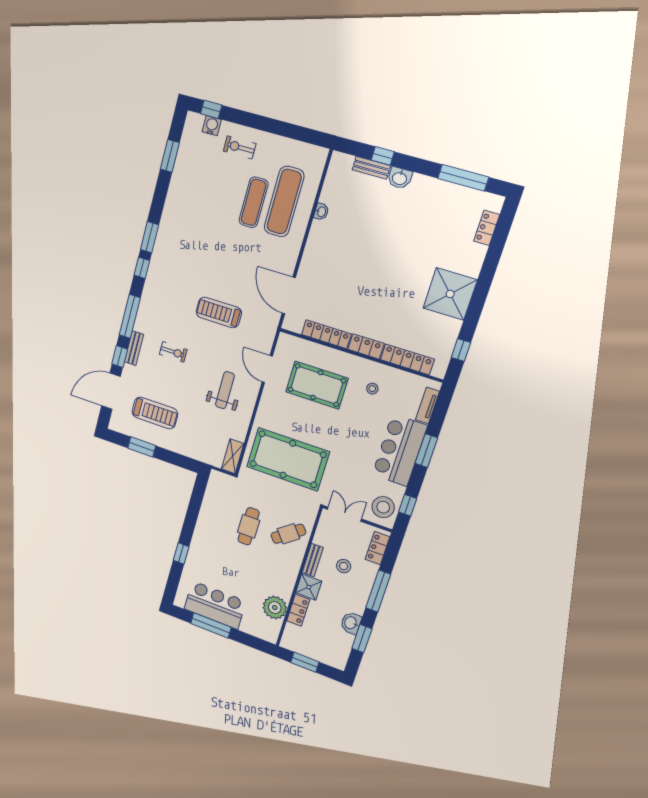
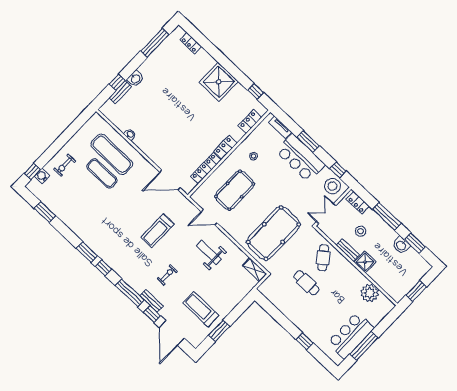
locker: (407, 359) -> (250, 122), width x0.66
treadmill: (155, 413) -> (201, 309), turned -90
locker: (298, 610) -> (378, 277), removed

